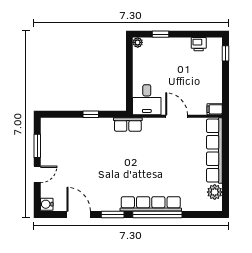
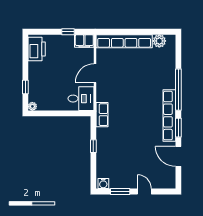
printer: (199, 44) -> (37, 49), width x1.87, depth x1.48
window: (226, 53) -> (68, 32), moved
filing cabinet: (215, 109) -> (84, 41), width x2.00
water cooler: (47, 204) -> (103, 184), moved
row of seats: (151, 204) -> (169, 116), moved
door: (79, 214) -> (178, 156), hinge flipped

